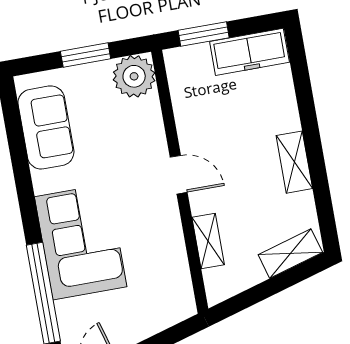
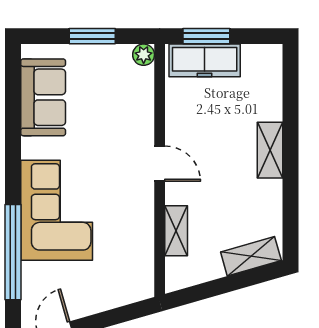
freezer: (249, 52) -> (205, 60), moved
plant: (134, 76) -> (144, 55), width x0.53, depth x0.53
shelving: (294, 162) -> (270, 150), moved

